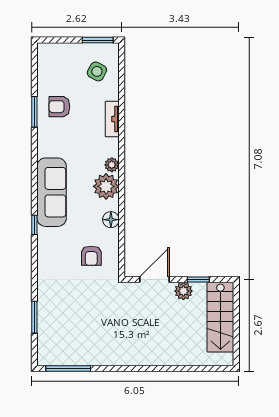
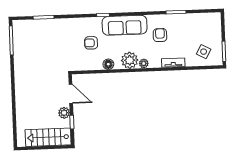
armchair: (59, 107) -> (160, 35), moved
armchair: (91, 256) -> (91, 43), moved

